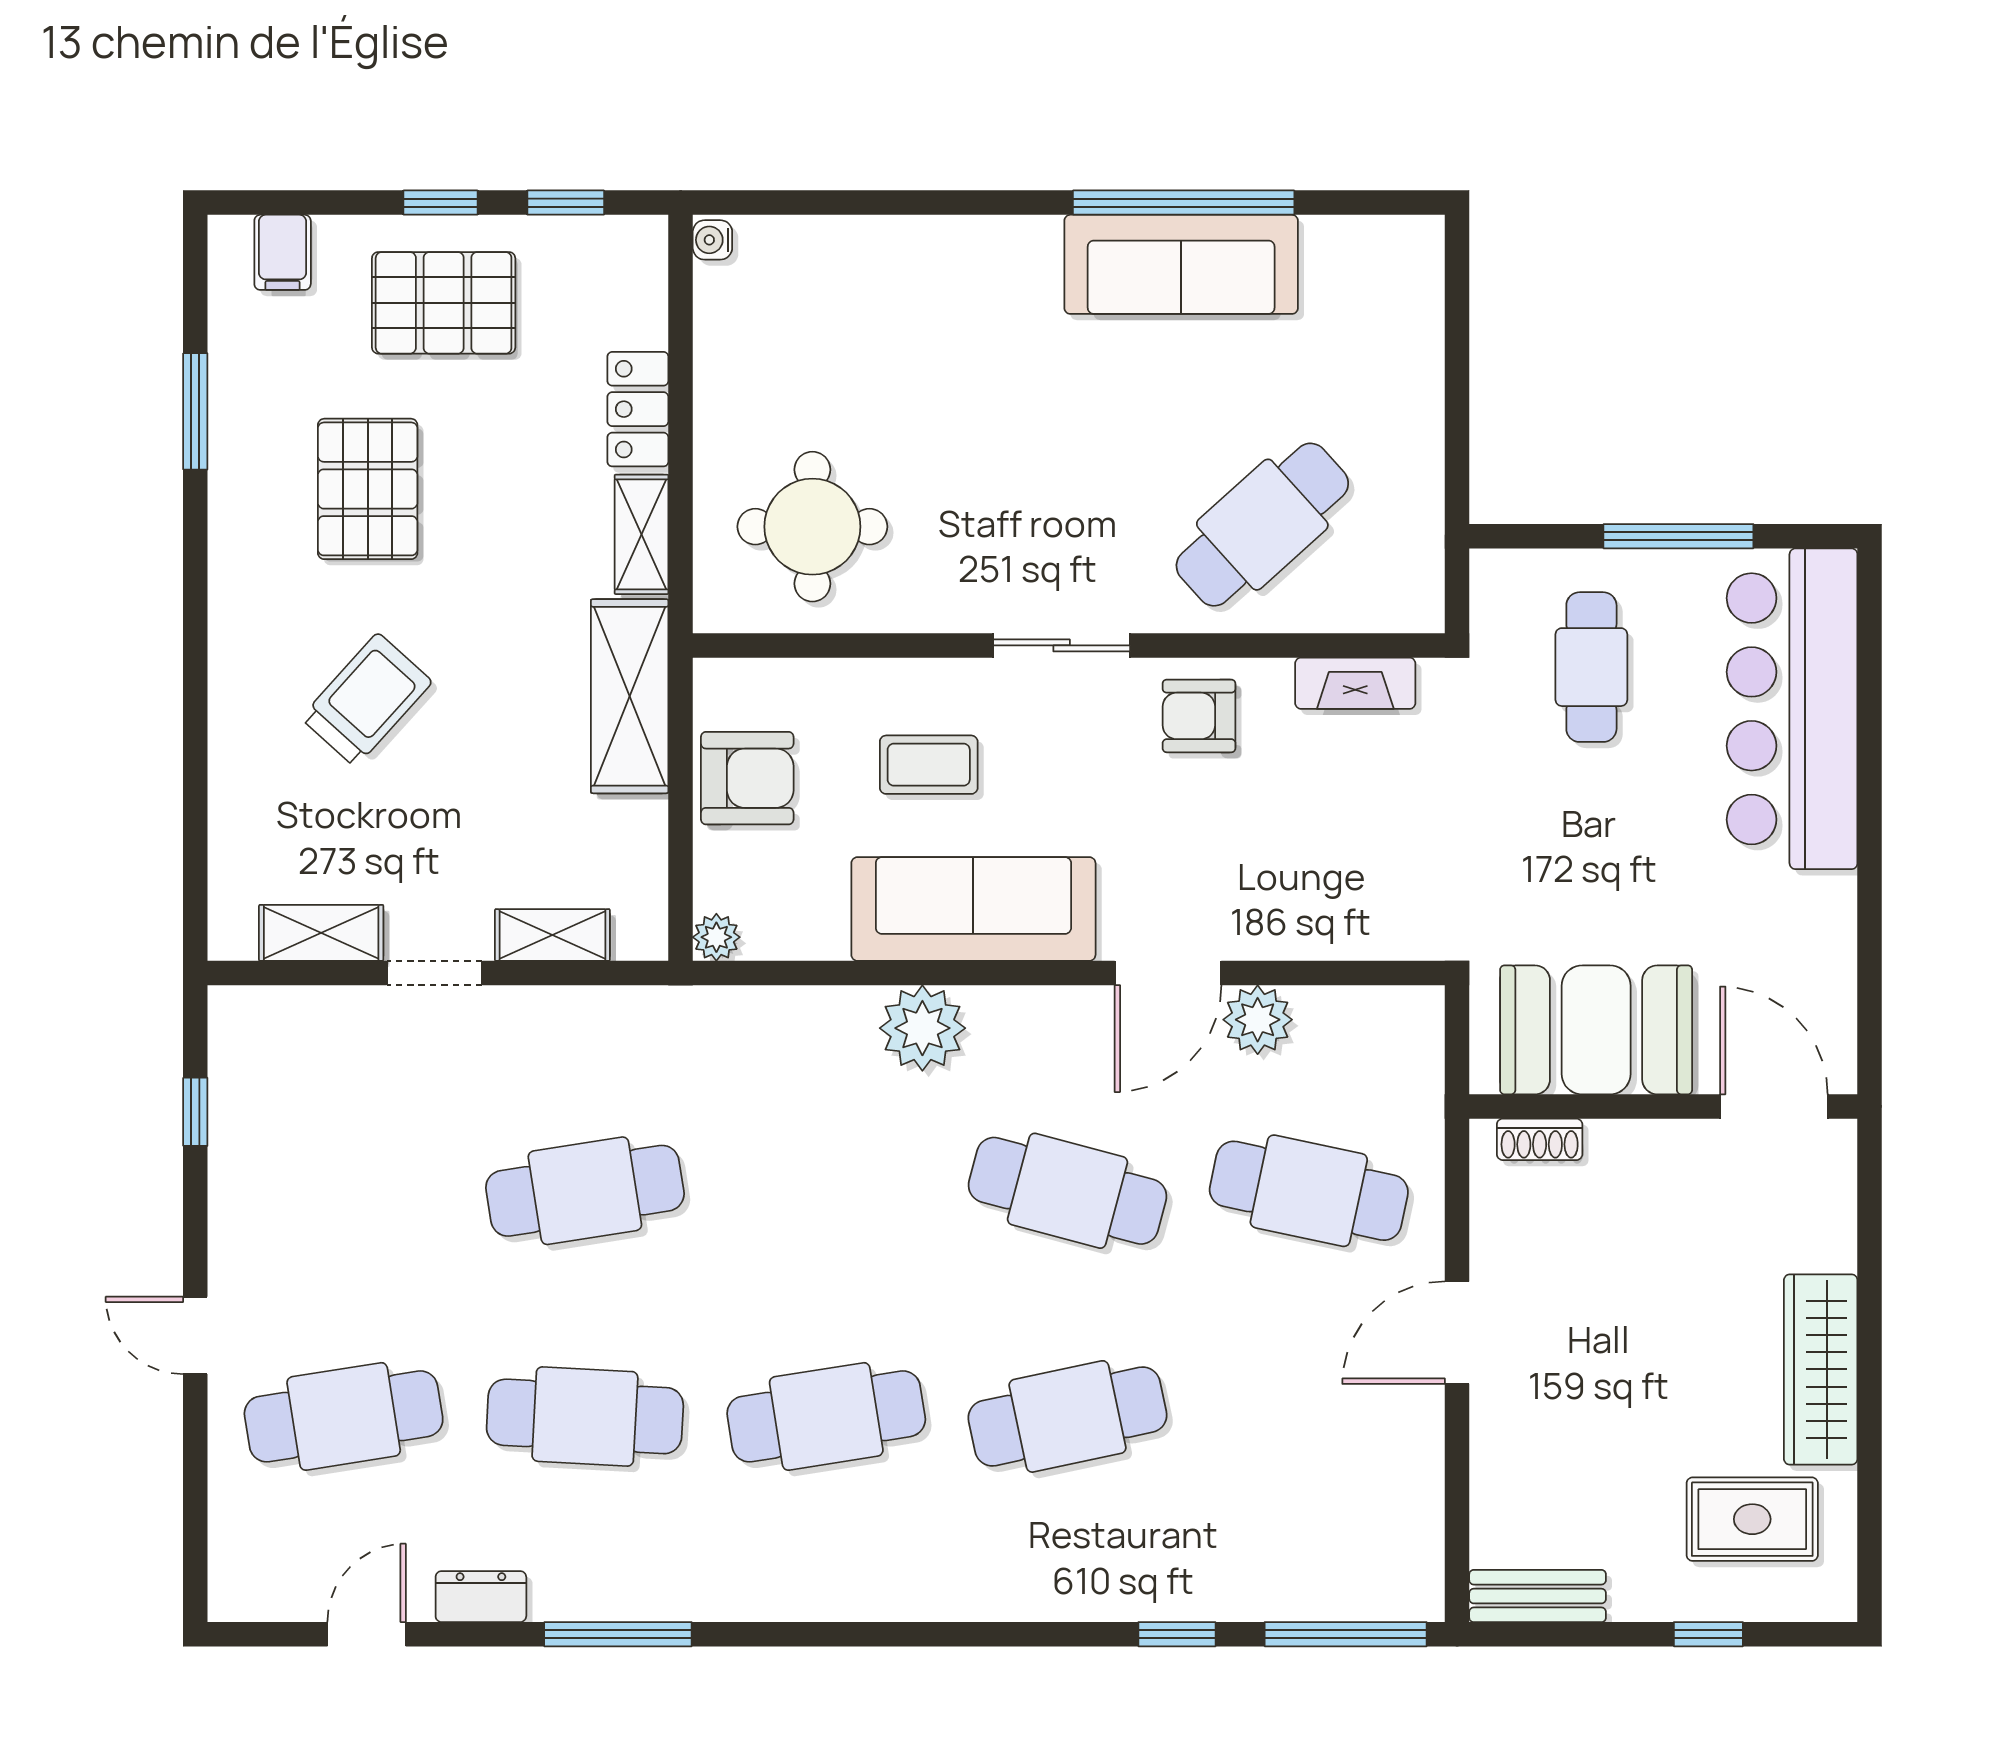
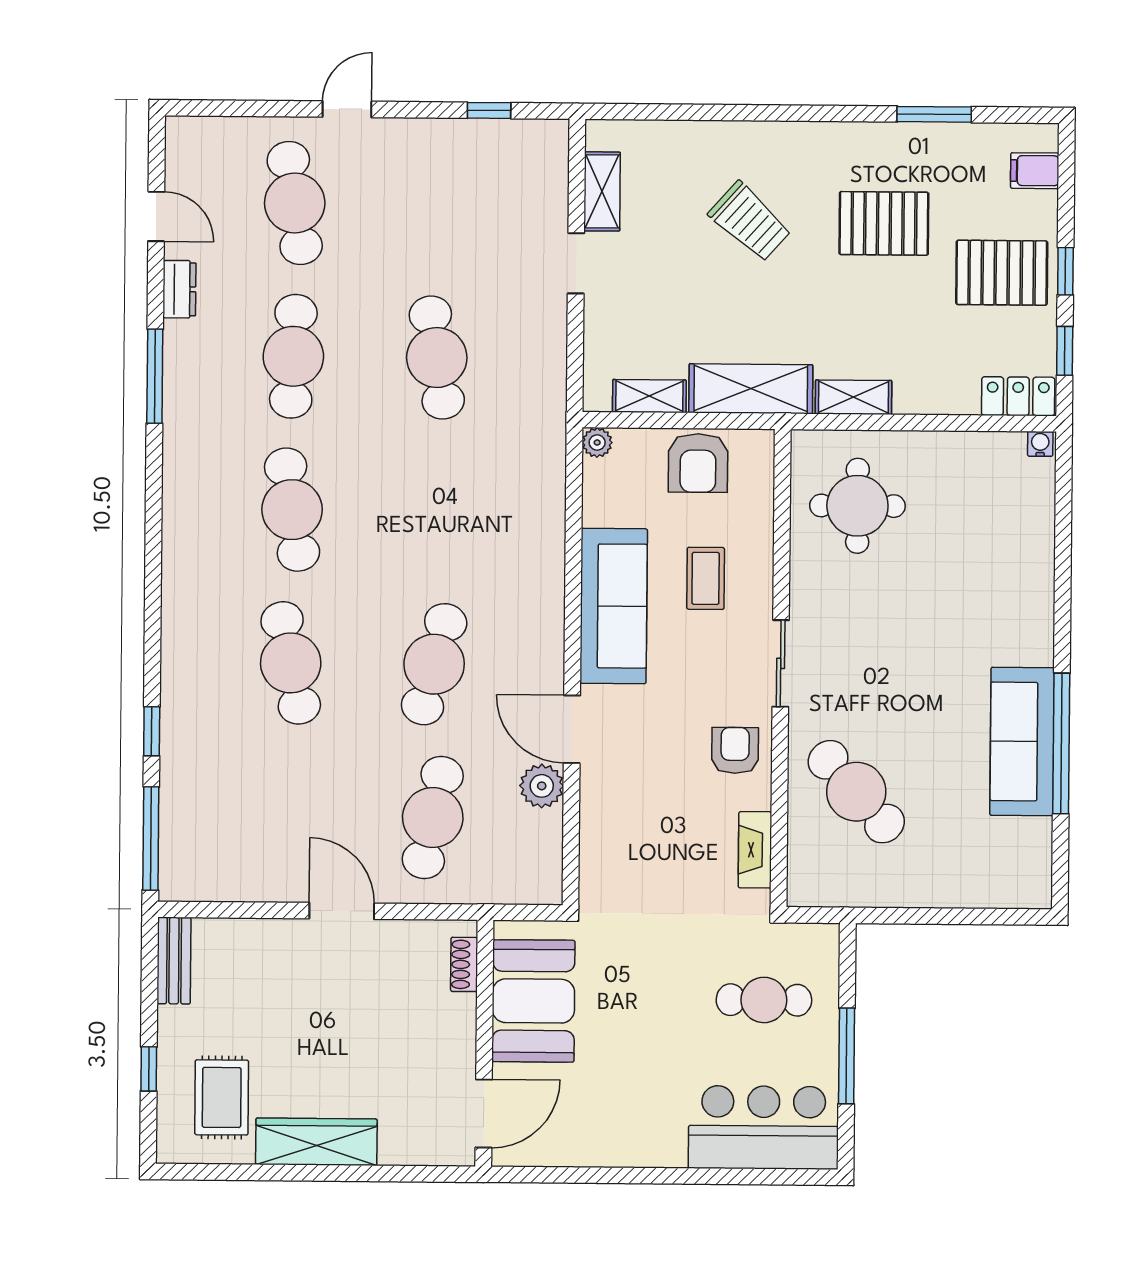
pallet: (444, 303) -> (1002, 273), turned 90
locker: (638, 409) -> (1018, 396), moved
bar counter: (1792, 709) -> (763, 1127), width x0.73
shelving: (552, 935) -> (649, 396), moved, turned 90
plant: (922, 1028) -> (538, 573), removed

